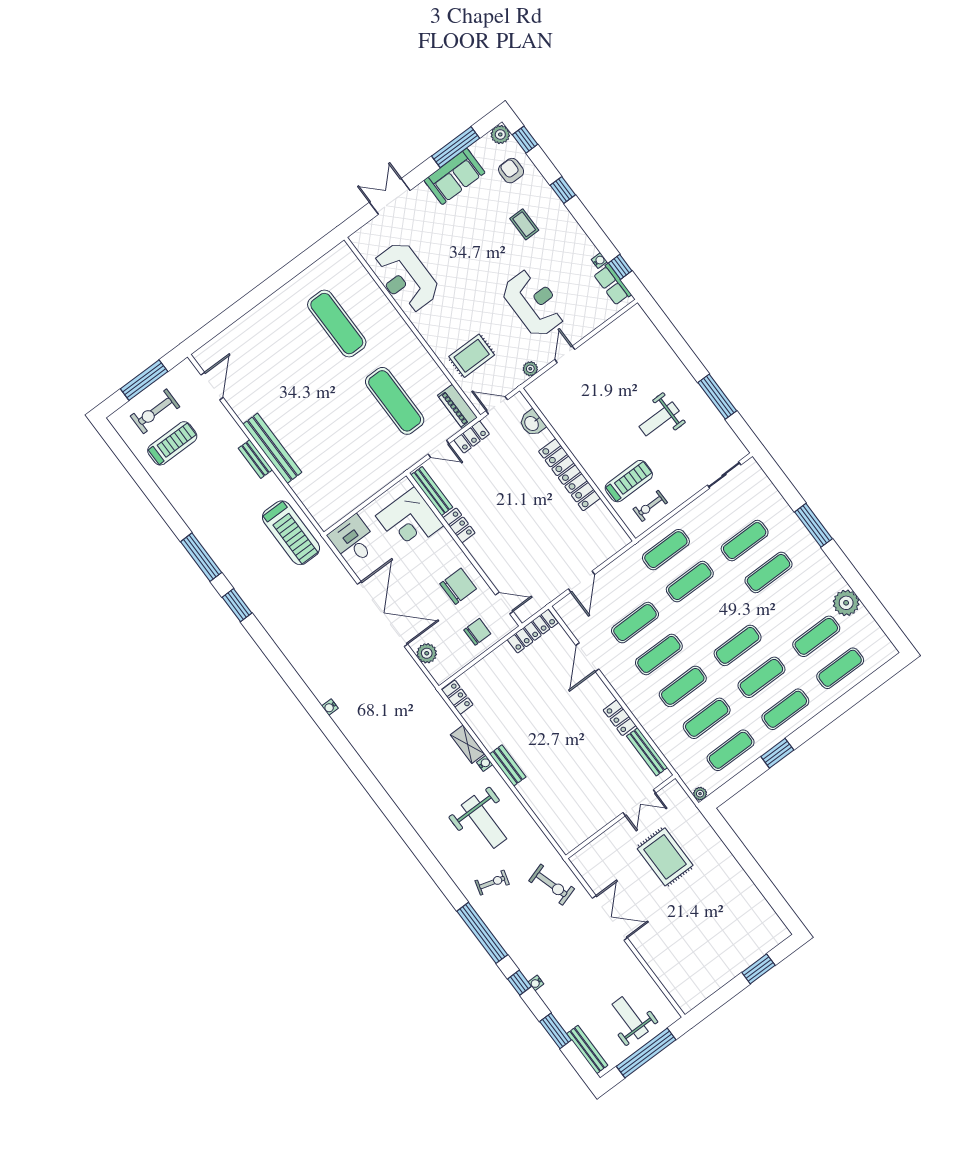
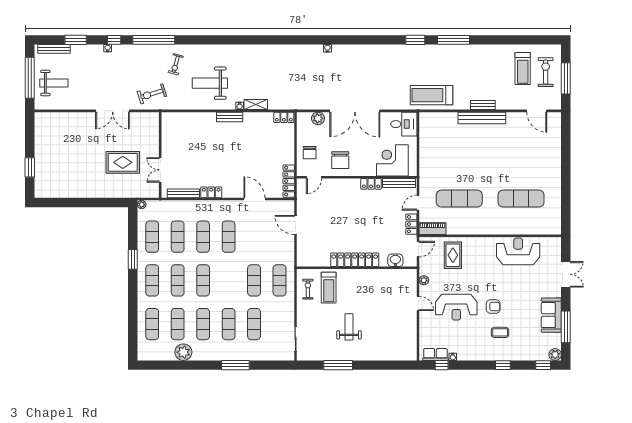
armchair: (511, 171) -> (493, 307), moved
exercise mat: (635, 623) -> (203, 324), moved

